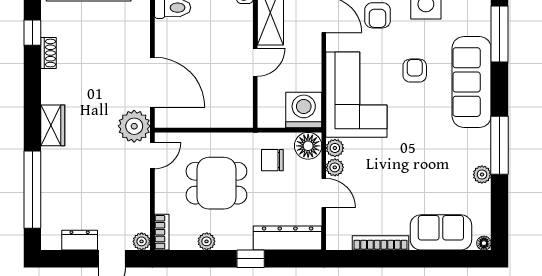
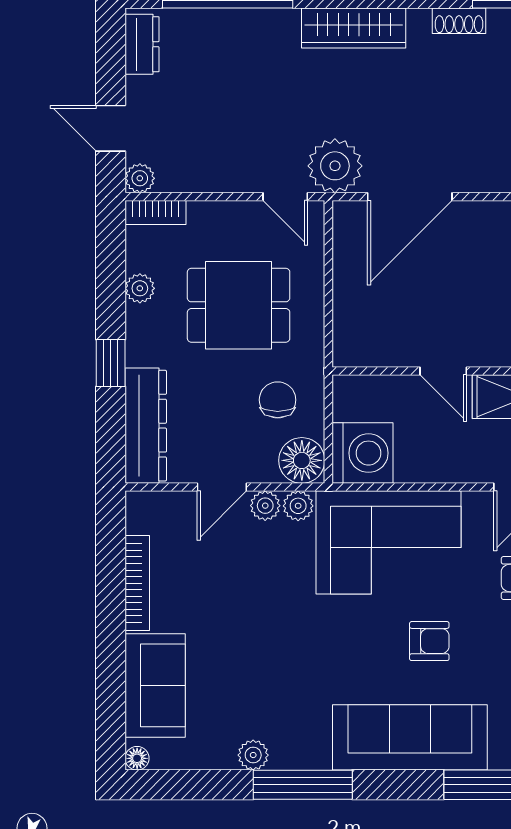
wardrobe: (53, 125) -> (354, 28), width x1.50
dining table: (216, 183) -> (239, 305), turned 90
dresser: (80, 240) -> (142, 44), moved

